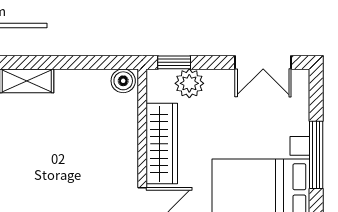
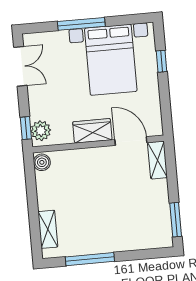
plant: (189, 83) -> (41, 131), moved
wardrobe: (162, 144) -> (92, 131), width x0.67

